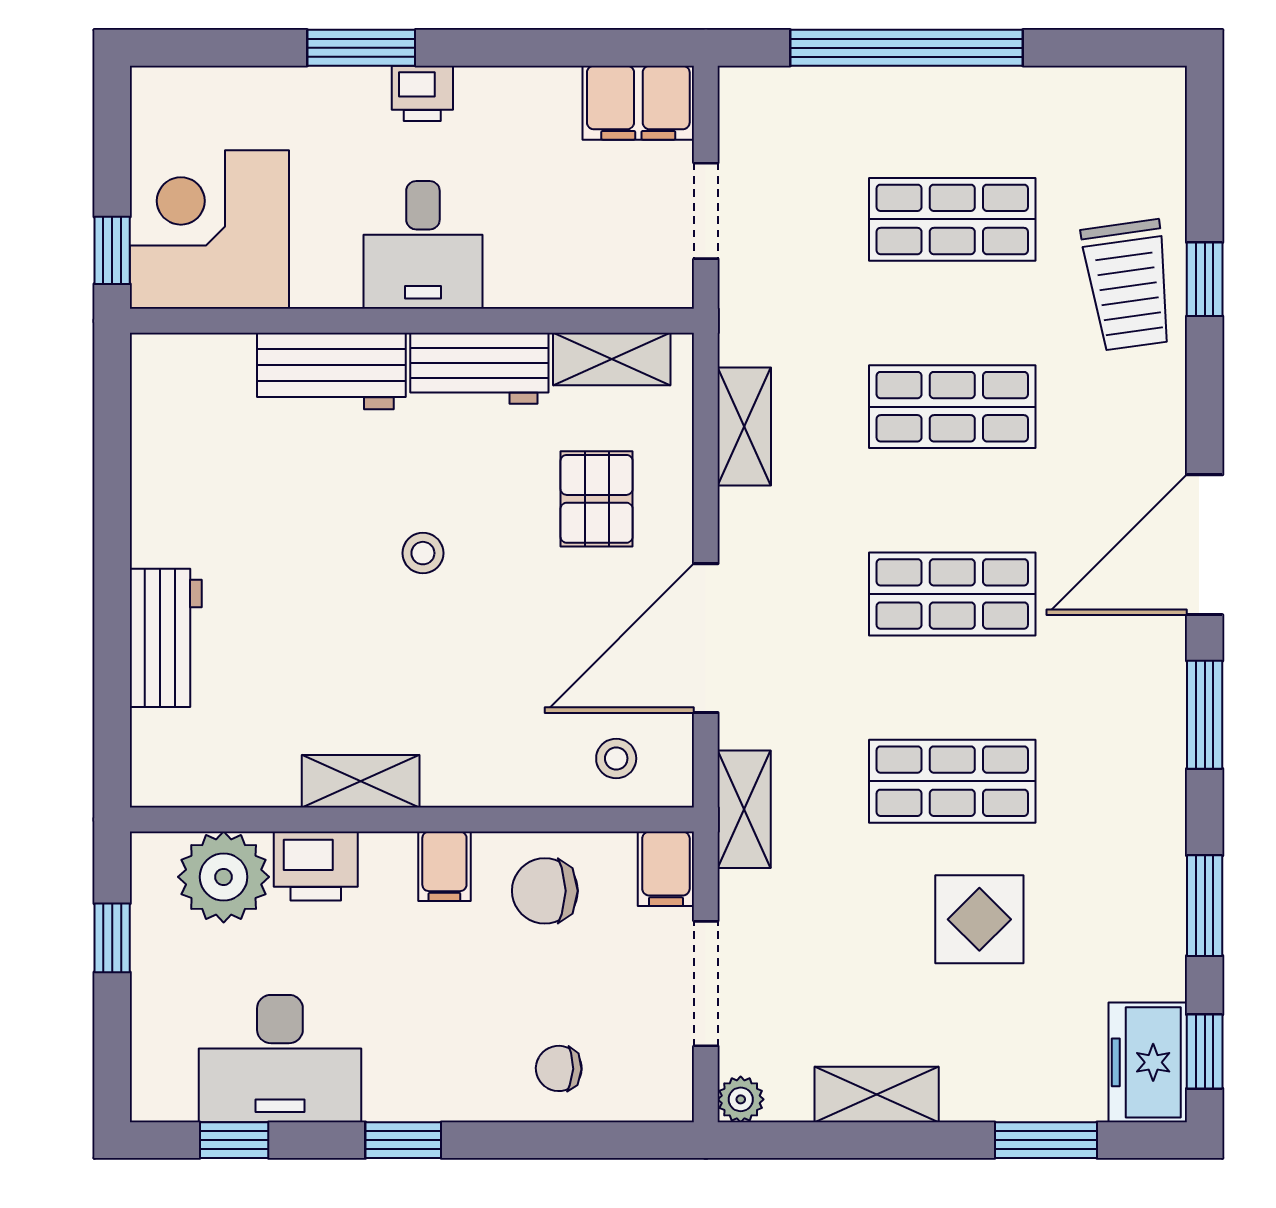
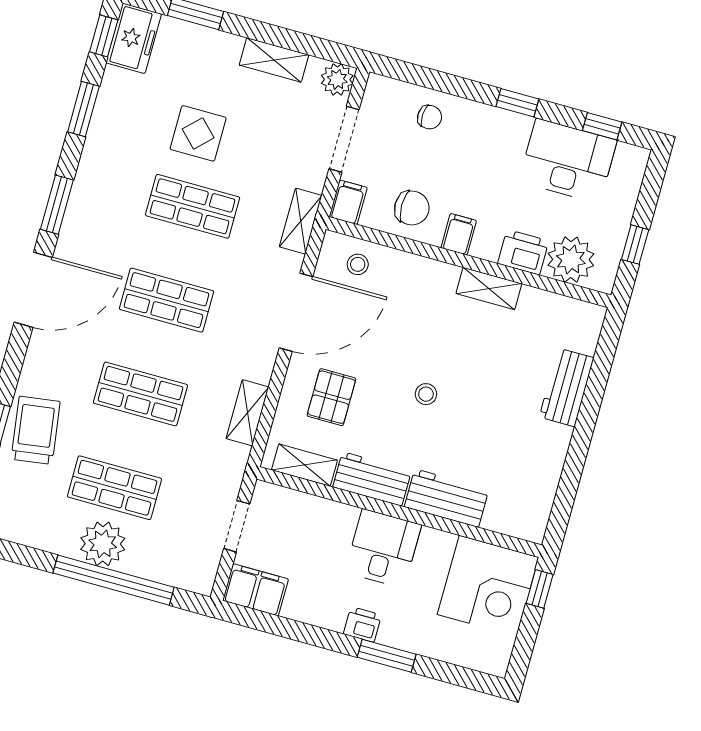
plant: (945, 109) -> (103, 544), added
plant: (741, 1099) -> (337, 79), width x1.38, depth x1.38

